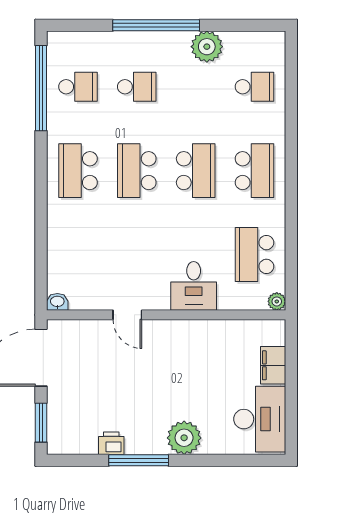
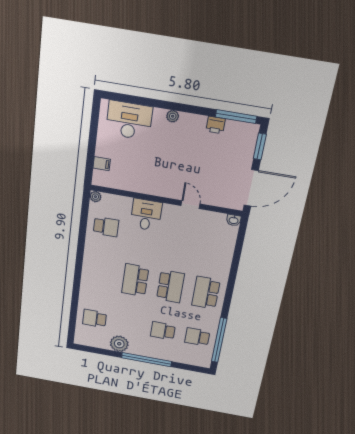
school desk: (78, 171) -> (206, 293), turned 180
school desk: (254, 171) -> (100, 274), removed
school desk: (254, 255) -> (106, 227), width x0.54
filing cabinet: (273, 365) -> (102, 164), width x0.50
desk: (260, 419) -> (129, 120), moved, turned 90
plant: (184, 438) -> (173, 116), width x0.53, depth x0.53
window: (139, 460) -> (236, 117), moved

